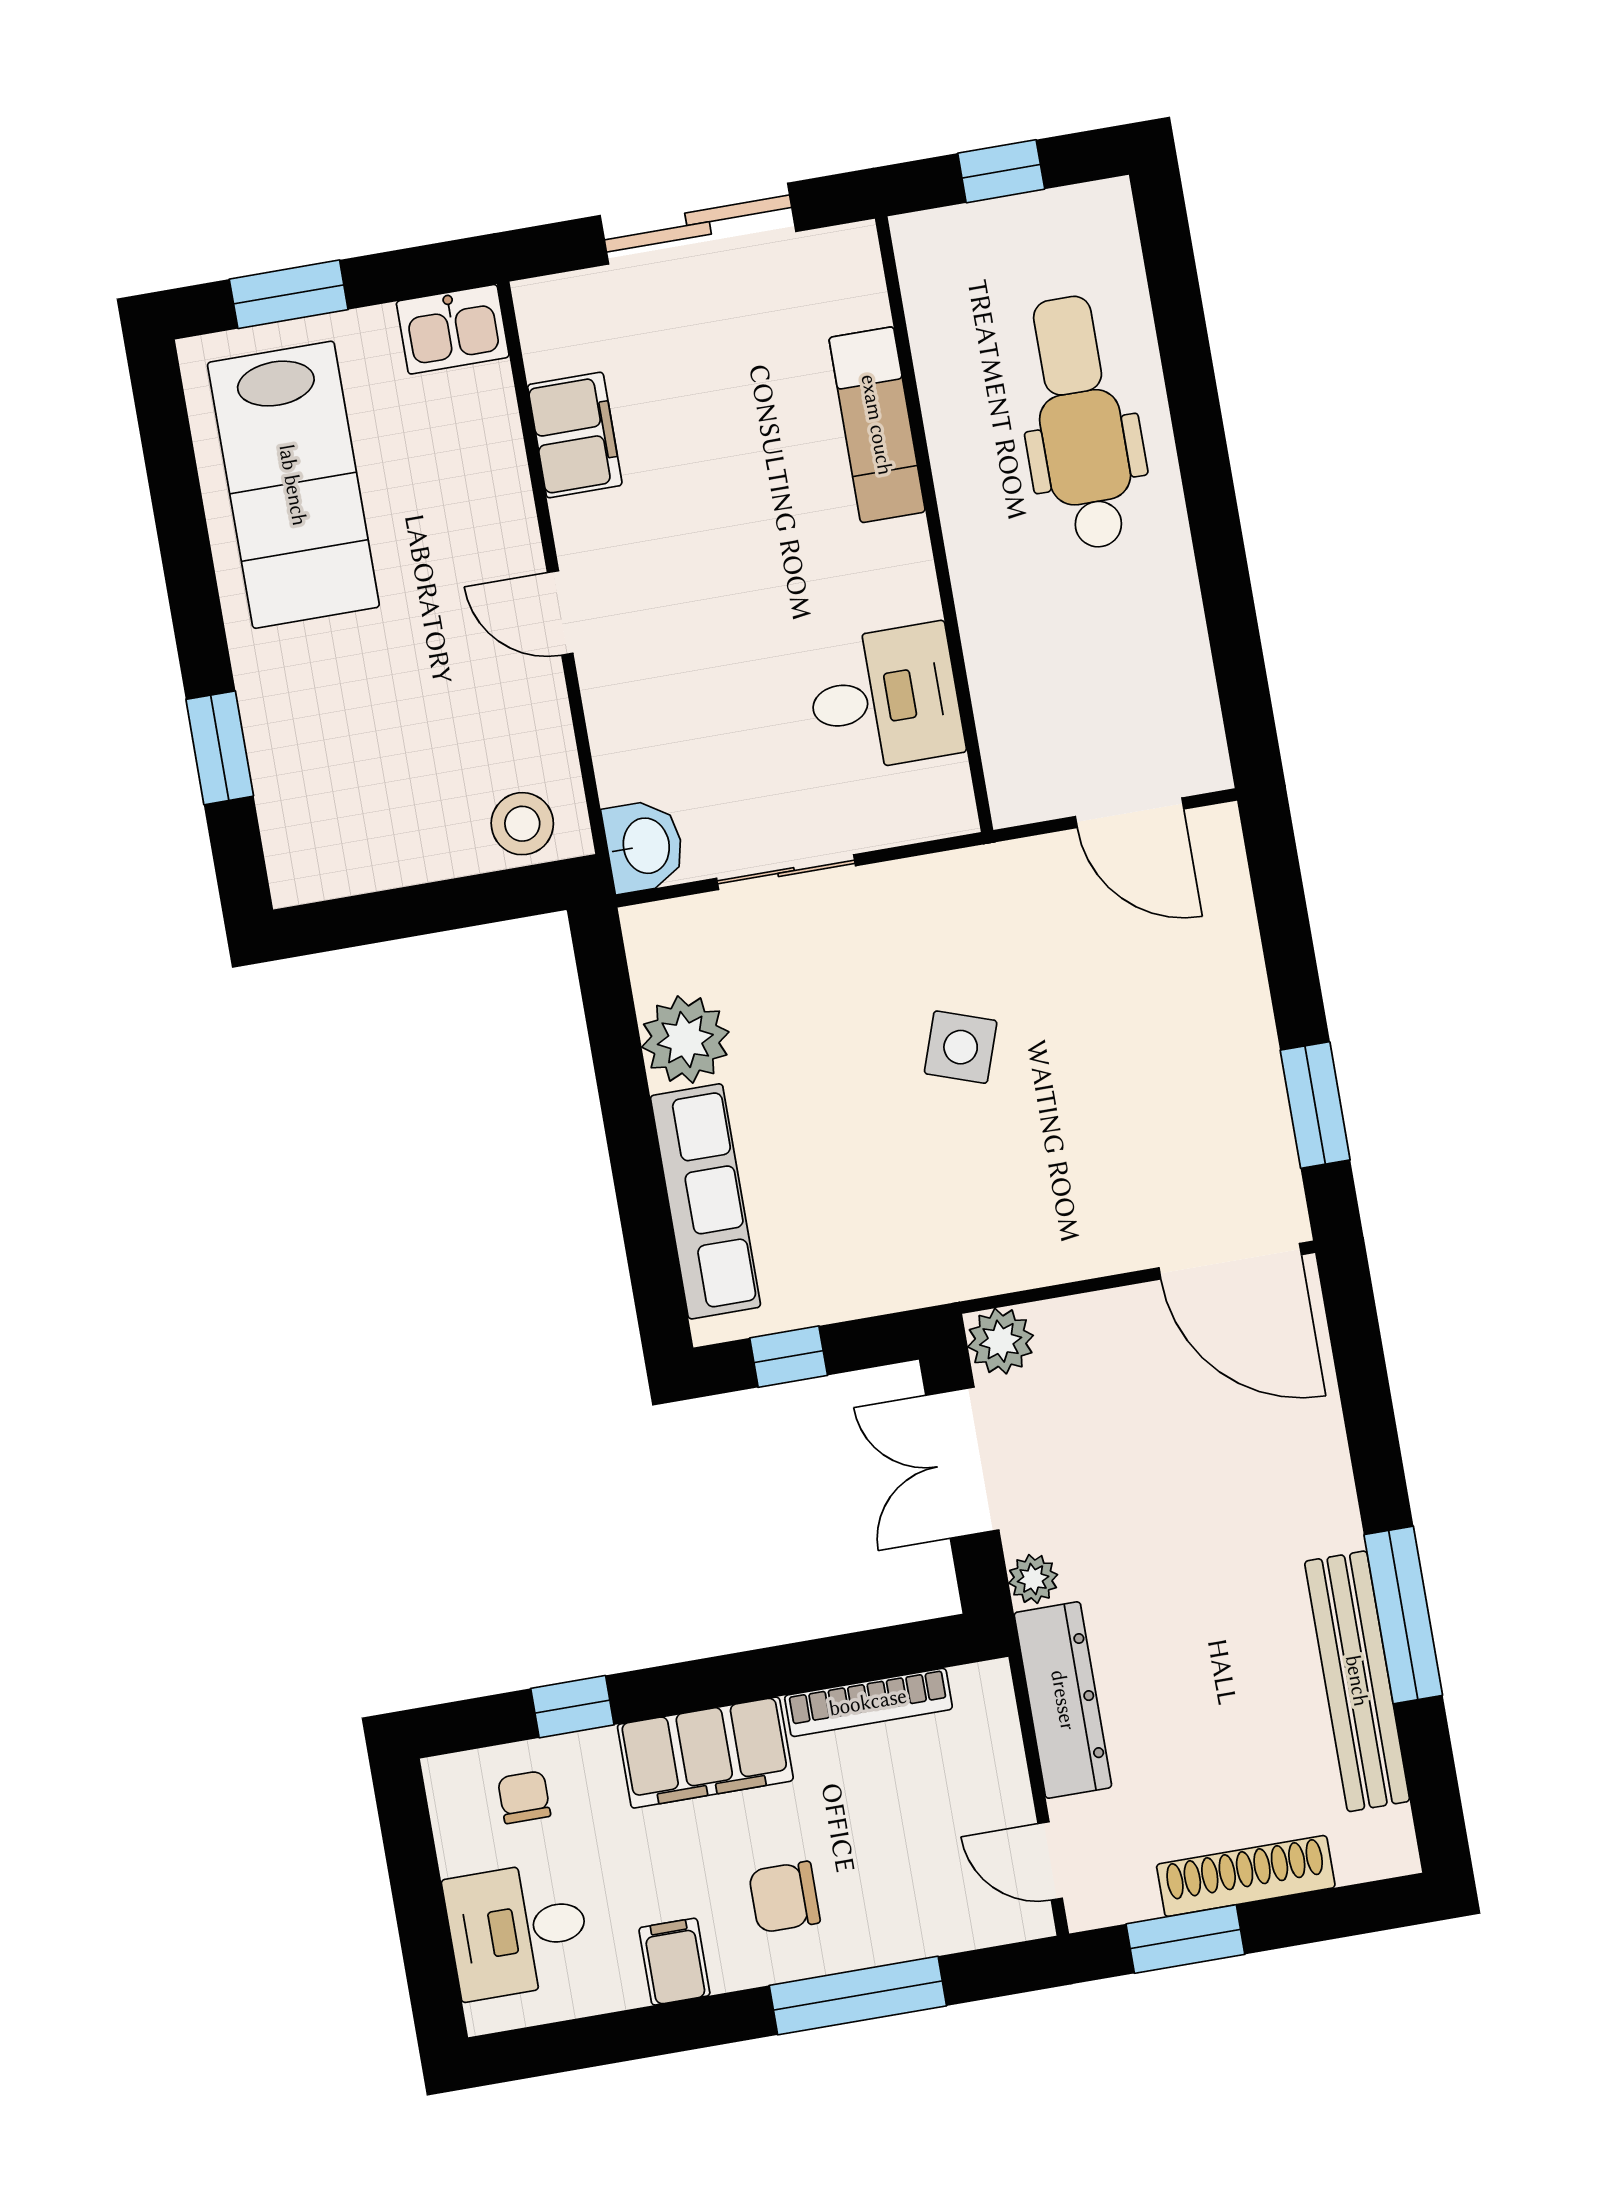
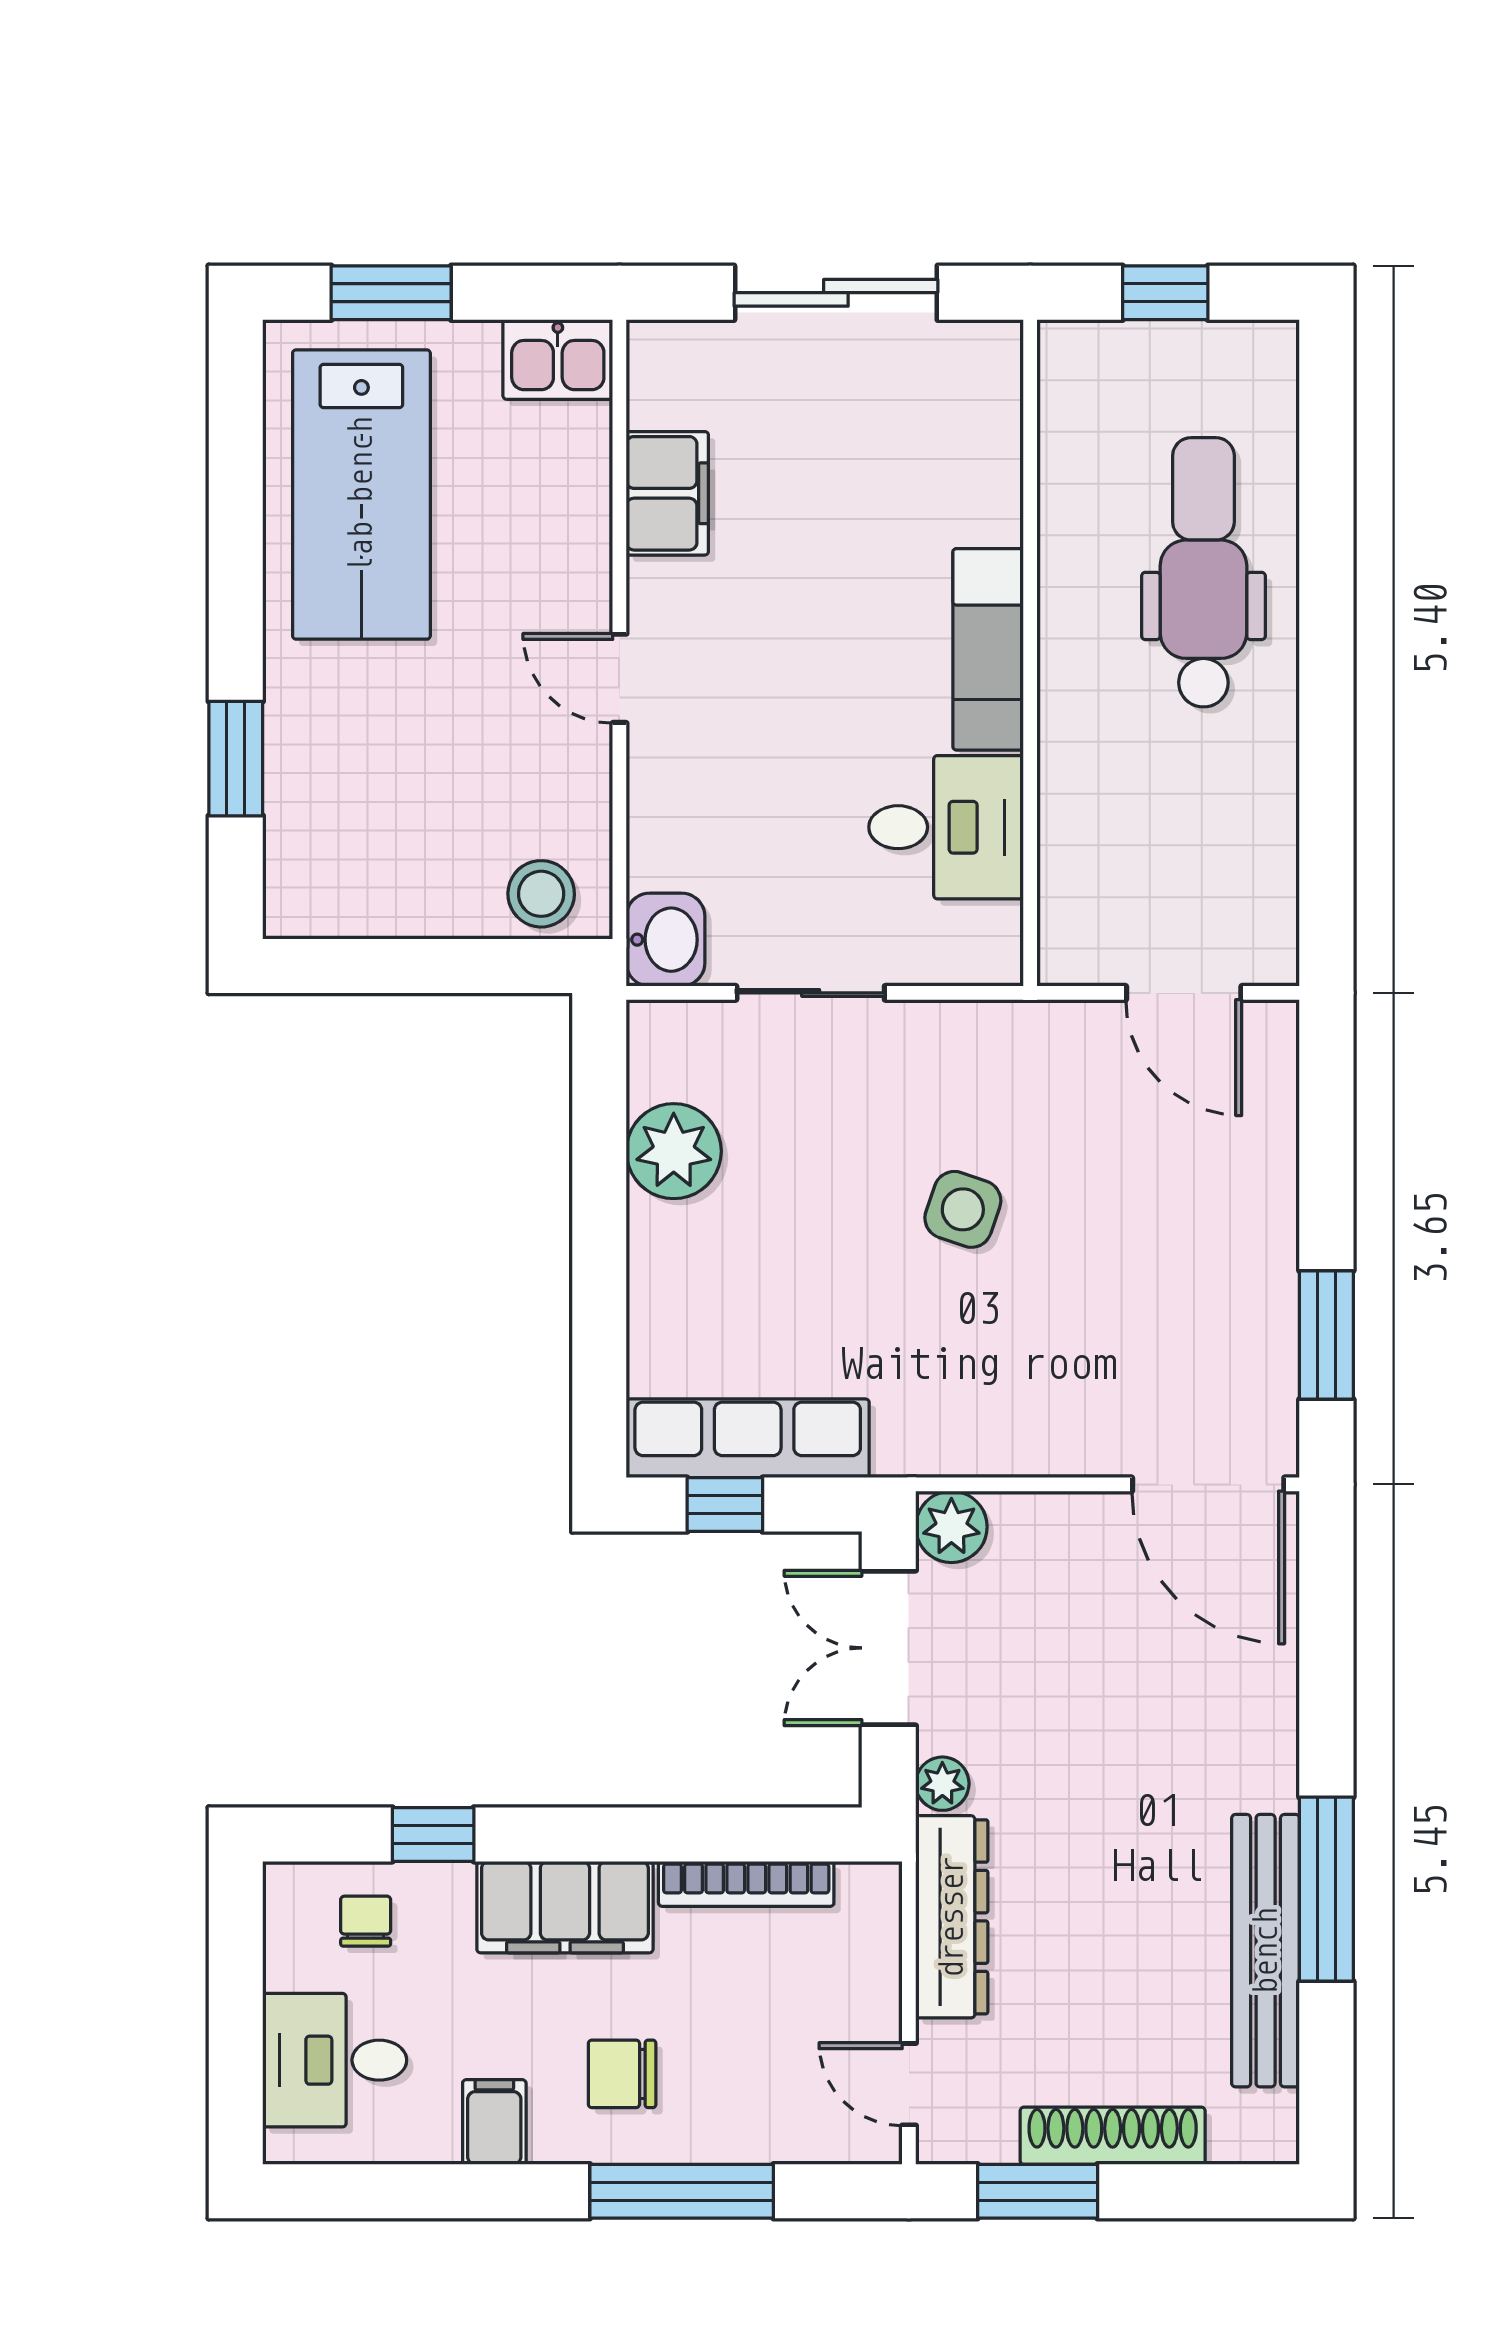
exam couch: (877, 425) -> (988, 649), moved
row of seats: (705, 1201) -> (748, 1438), moved, turned -90

